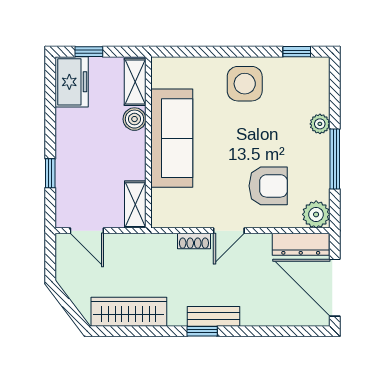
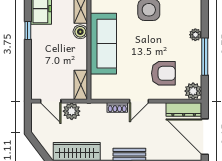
window: (50, 173) -> (28, 30), moved
plant: (120, 247) -> (72, 111), added

